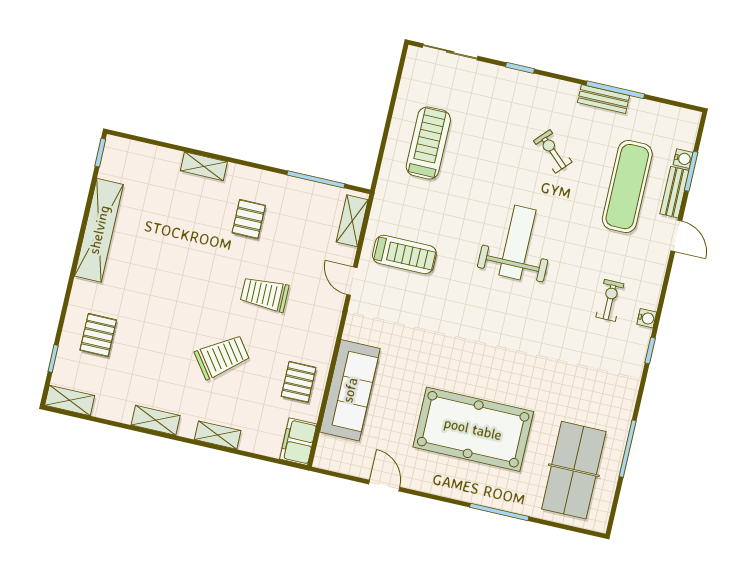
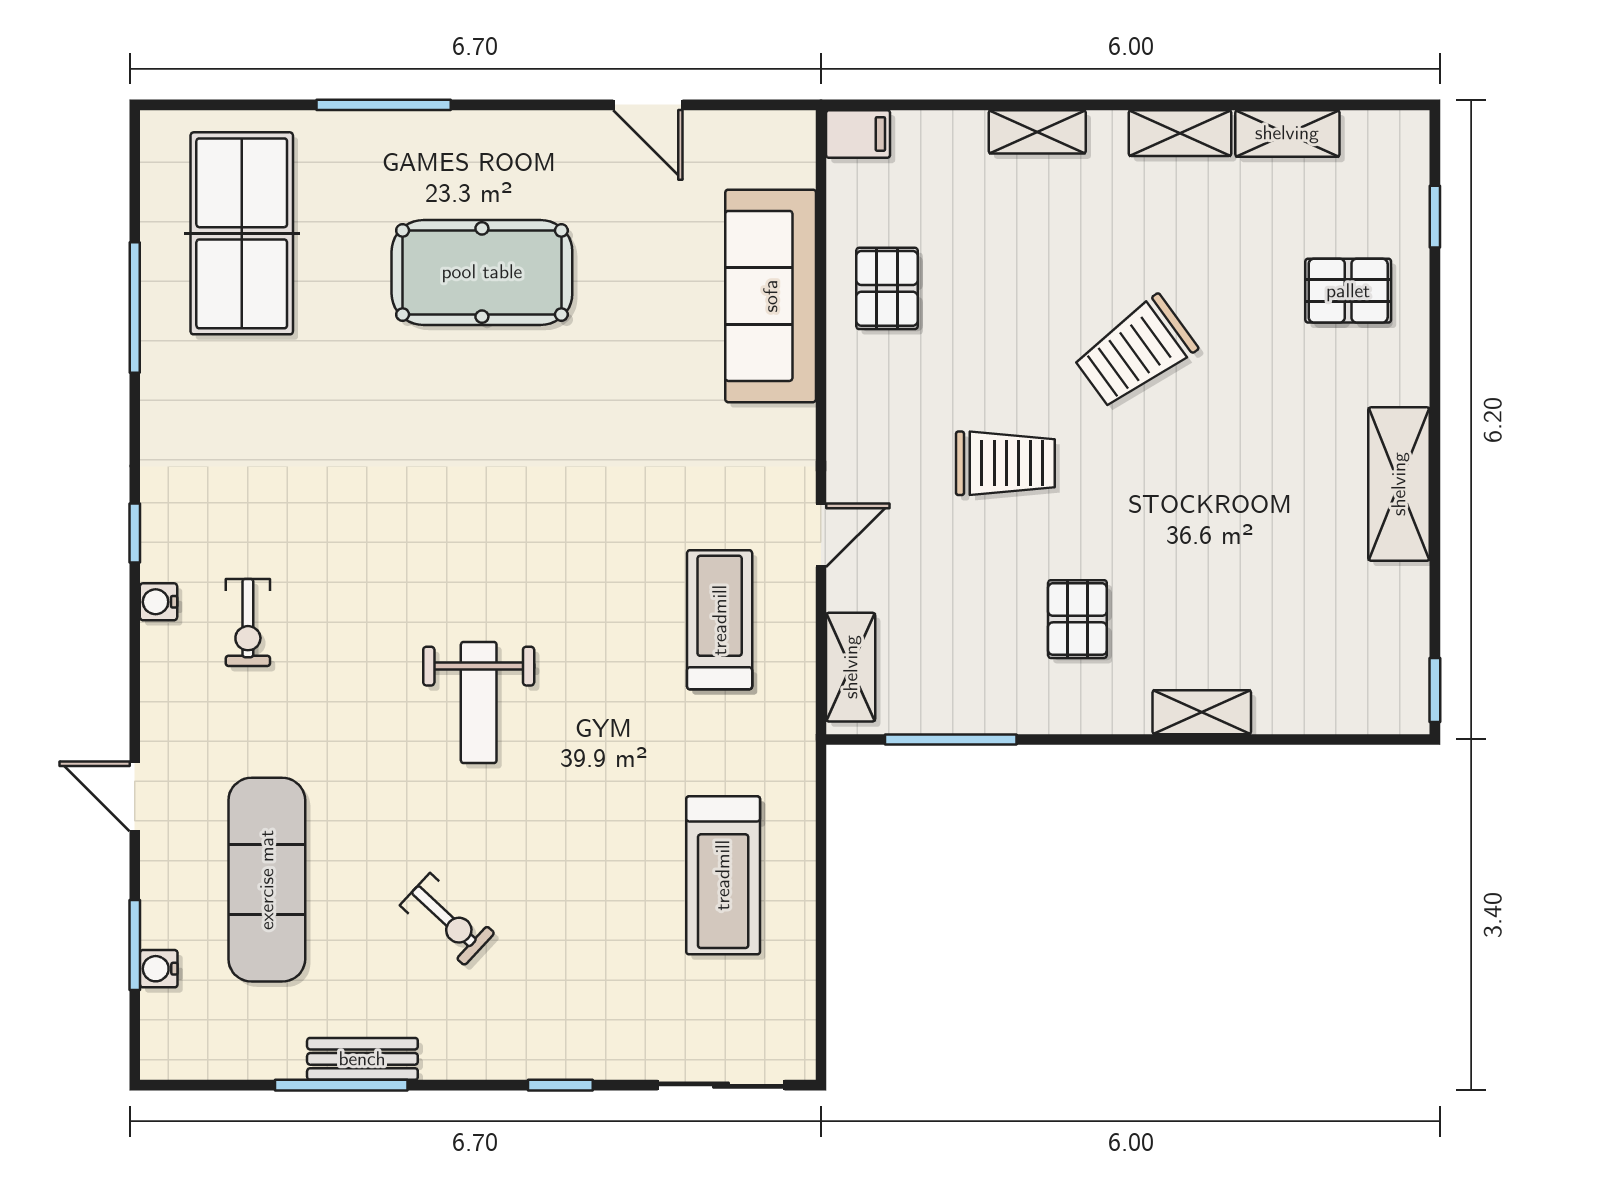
bench: (674, 192) -> (161, 891), removed
shelving: (99, 230) -> (1399, 484), width x0.68
weight bench: (517, 242) -> (479, 703), width x0.73, depth x0.75
treadmill: (404, 254) -> (720, 620), turned 90
door: (352, 281) -> (821, 535), hinge flipped
pallet: (98, 335) -> (1348, 291), turned 90
trolley: (222, 357) -> (1135, 352), moved
shelving: (70, 400) -> (1287, 133), moved
pool table: (473, 429) -> (482, 272), width x0.73, depth x0.76
filing cabinet: (298, 442) -> (858, 134), width x0.50

